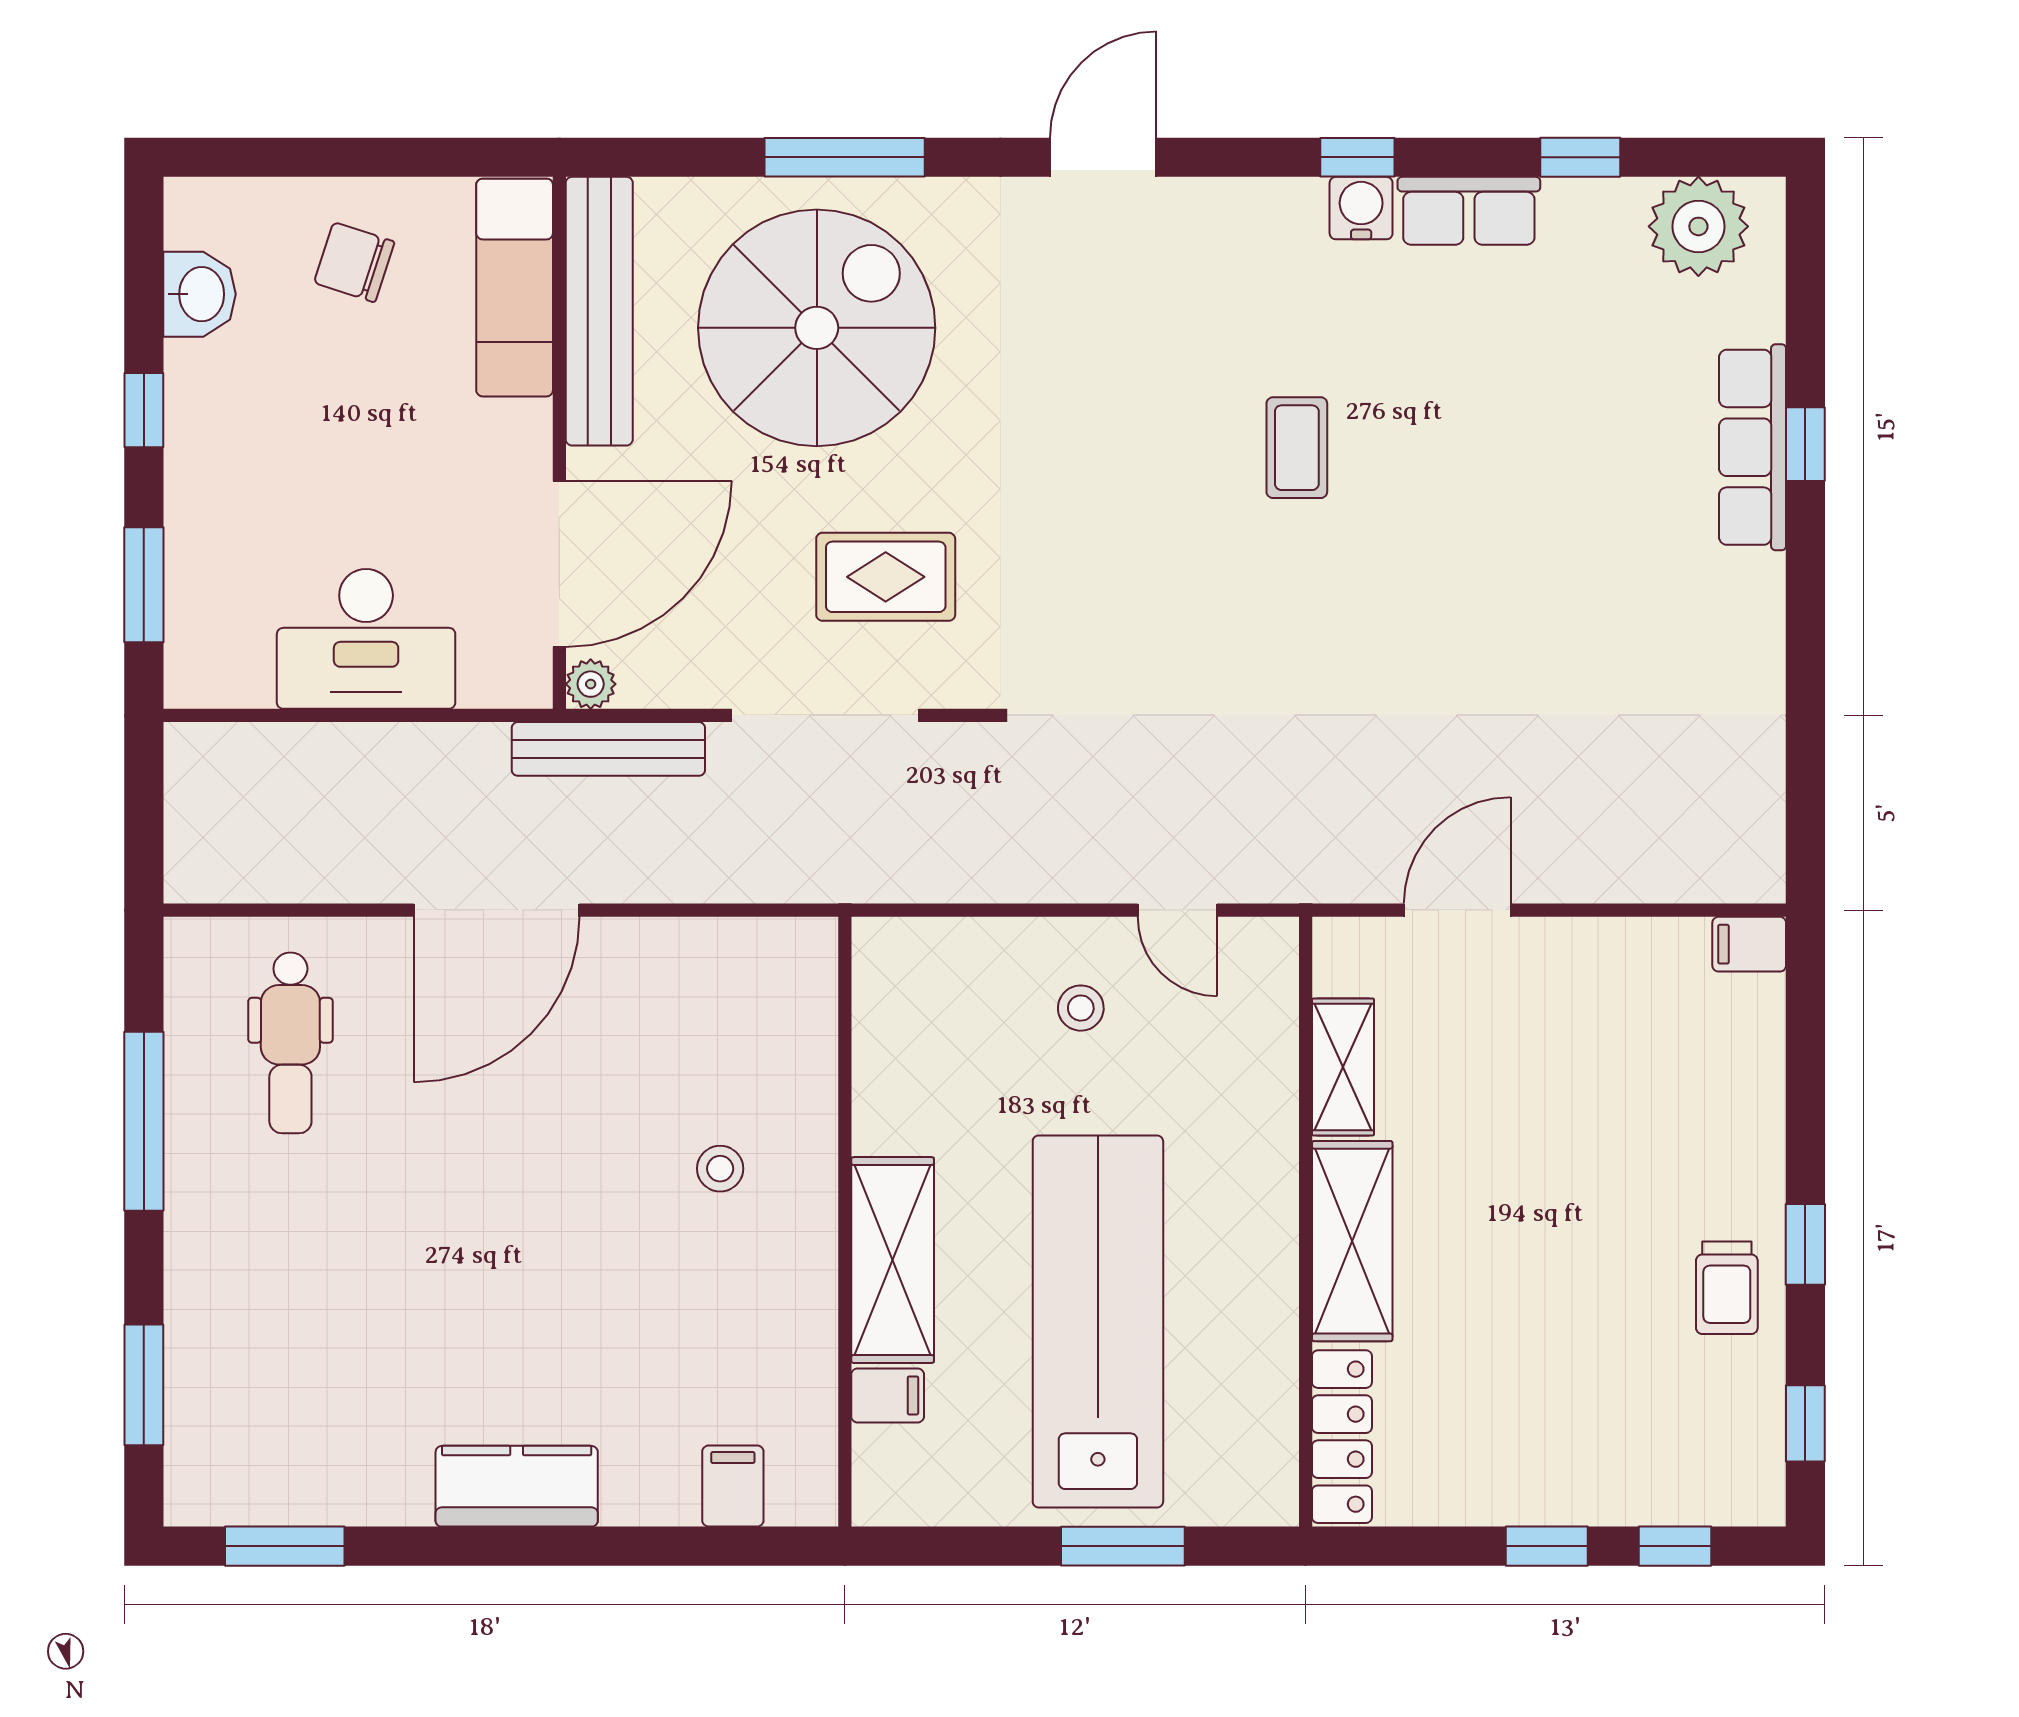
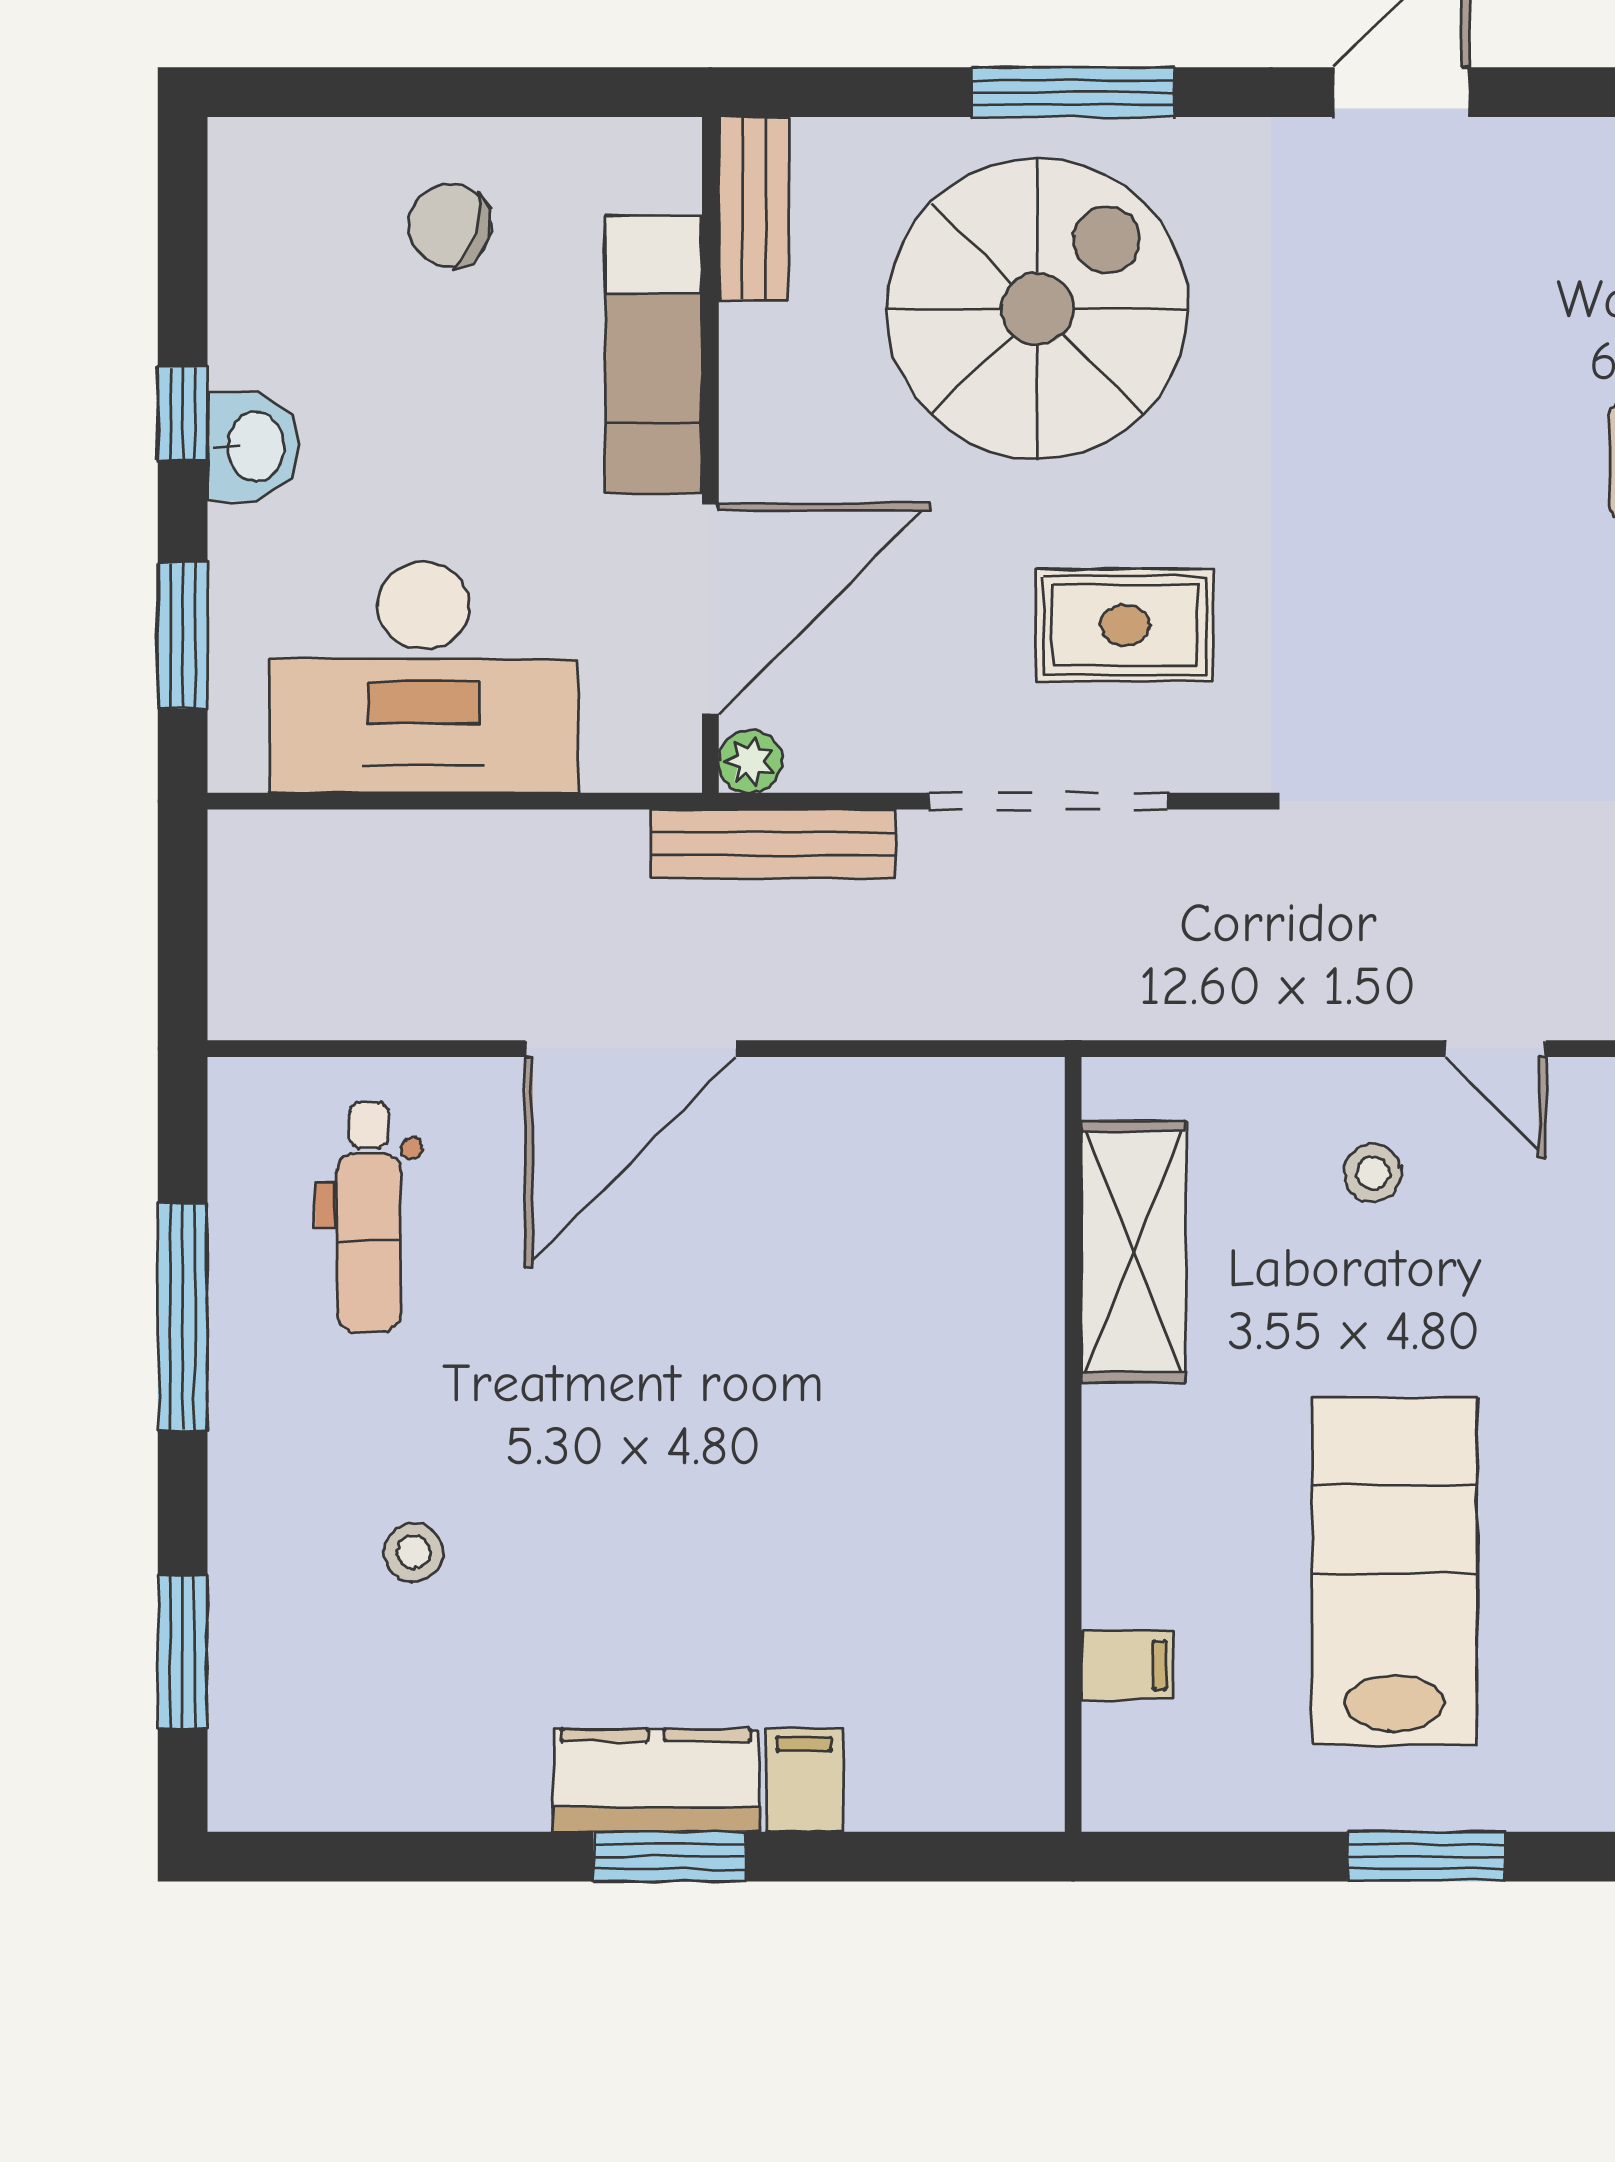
exam couch: (515, 288) -> (654, 354), moved
washbasin: (199, 294) -> (253, 447), moved
bench: (599, 311) -> (754, 209), width x0.54, depth x0.82
desk: (366, 639) -> (424, 677), width x1.36, depth x1.30
stool: (720, 1169) -> (413, 1552), moved
shelving: (893, 1260) -> (1134, 1252), moved
lab bench: (1098, 1321) -> (1395, 1571), width x0.73
filing cabinet: (733, 1486) -> (804, 1780), moved
window: (285, 1546) -> (669, 1857), moved

